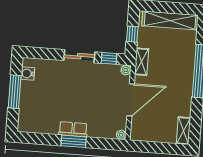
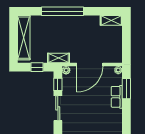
door: (131, 100) -> (90, 65), swing flipped
row of seats: (73, 129) -> (117, 97), moved
window: (74, 141) -> (126, 89), moved

